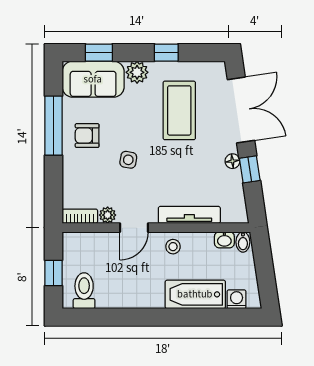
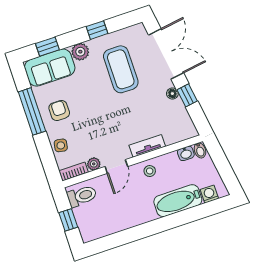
armchair: (87, 136) -> (59, 110), turned 90
side table: (128, 160) -> (61, 145), moved
tv unit: (189, 215) -> (147, 146), width x0.71
toilet: (84, 291) -> (82, 196), moved, turned 90

